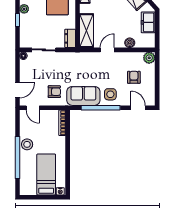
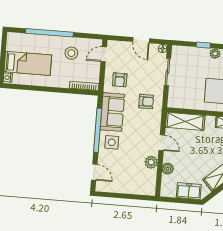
dresser: (70, 38) -> (178, 102), removed
plant: (149, 58) -> (151, 162), moved
armchair: (134, 77) -> (146, 101), moved
door: (17, 90) -> (141, 40), moved
door: (138, 108) -> (94, 172), hinge flipped
stool: (27, 144) -> (71, 53), moved

